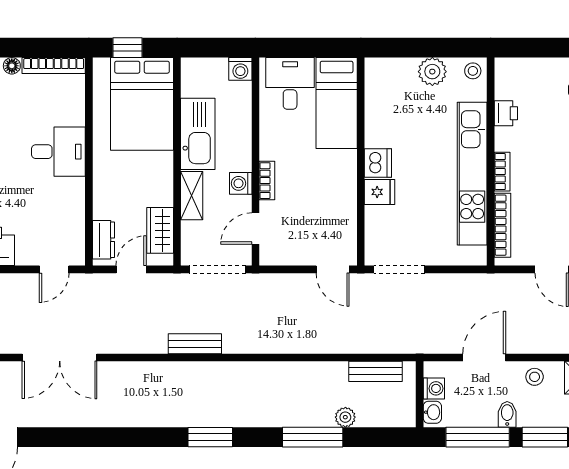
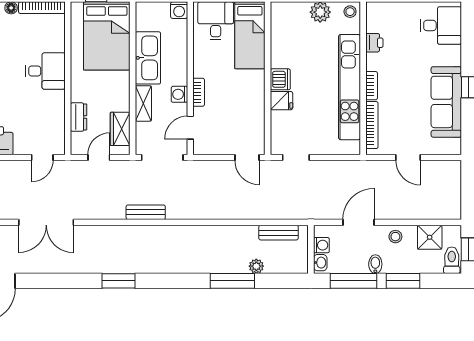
dresser: (103, 240) -> (78, 117), moved
doorway: (399, 269) -> (296, 158), width x0.73
window: (210, 437) -> (118, 281), moved

